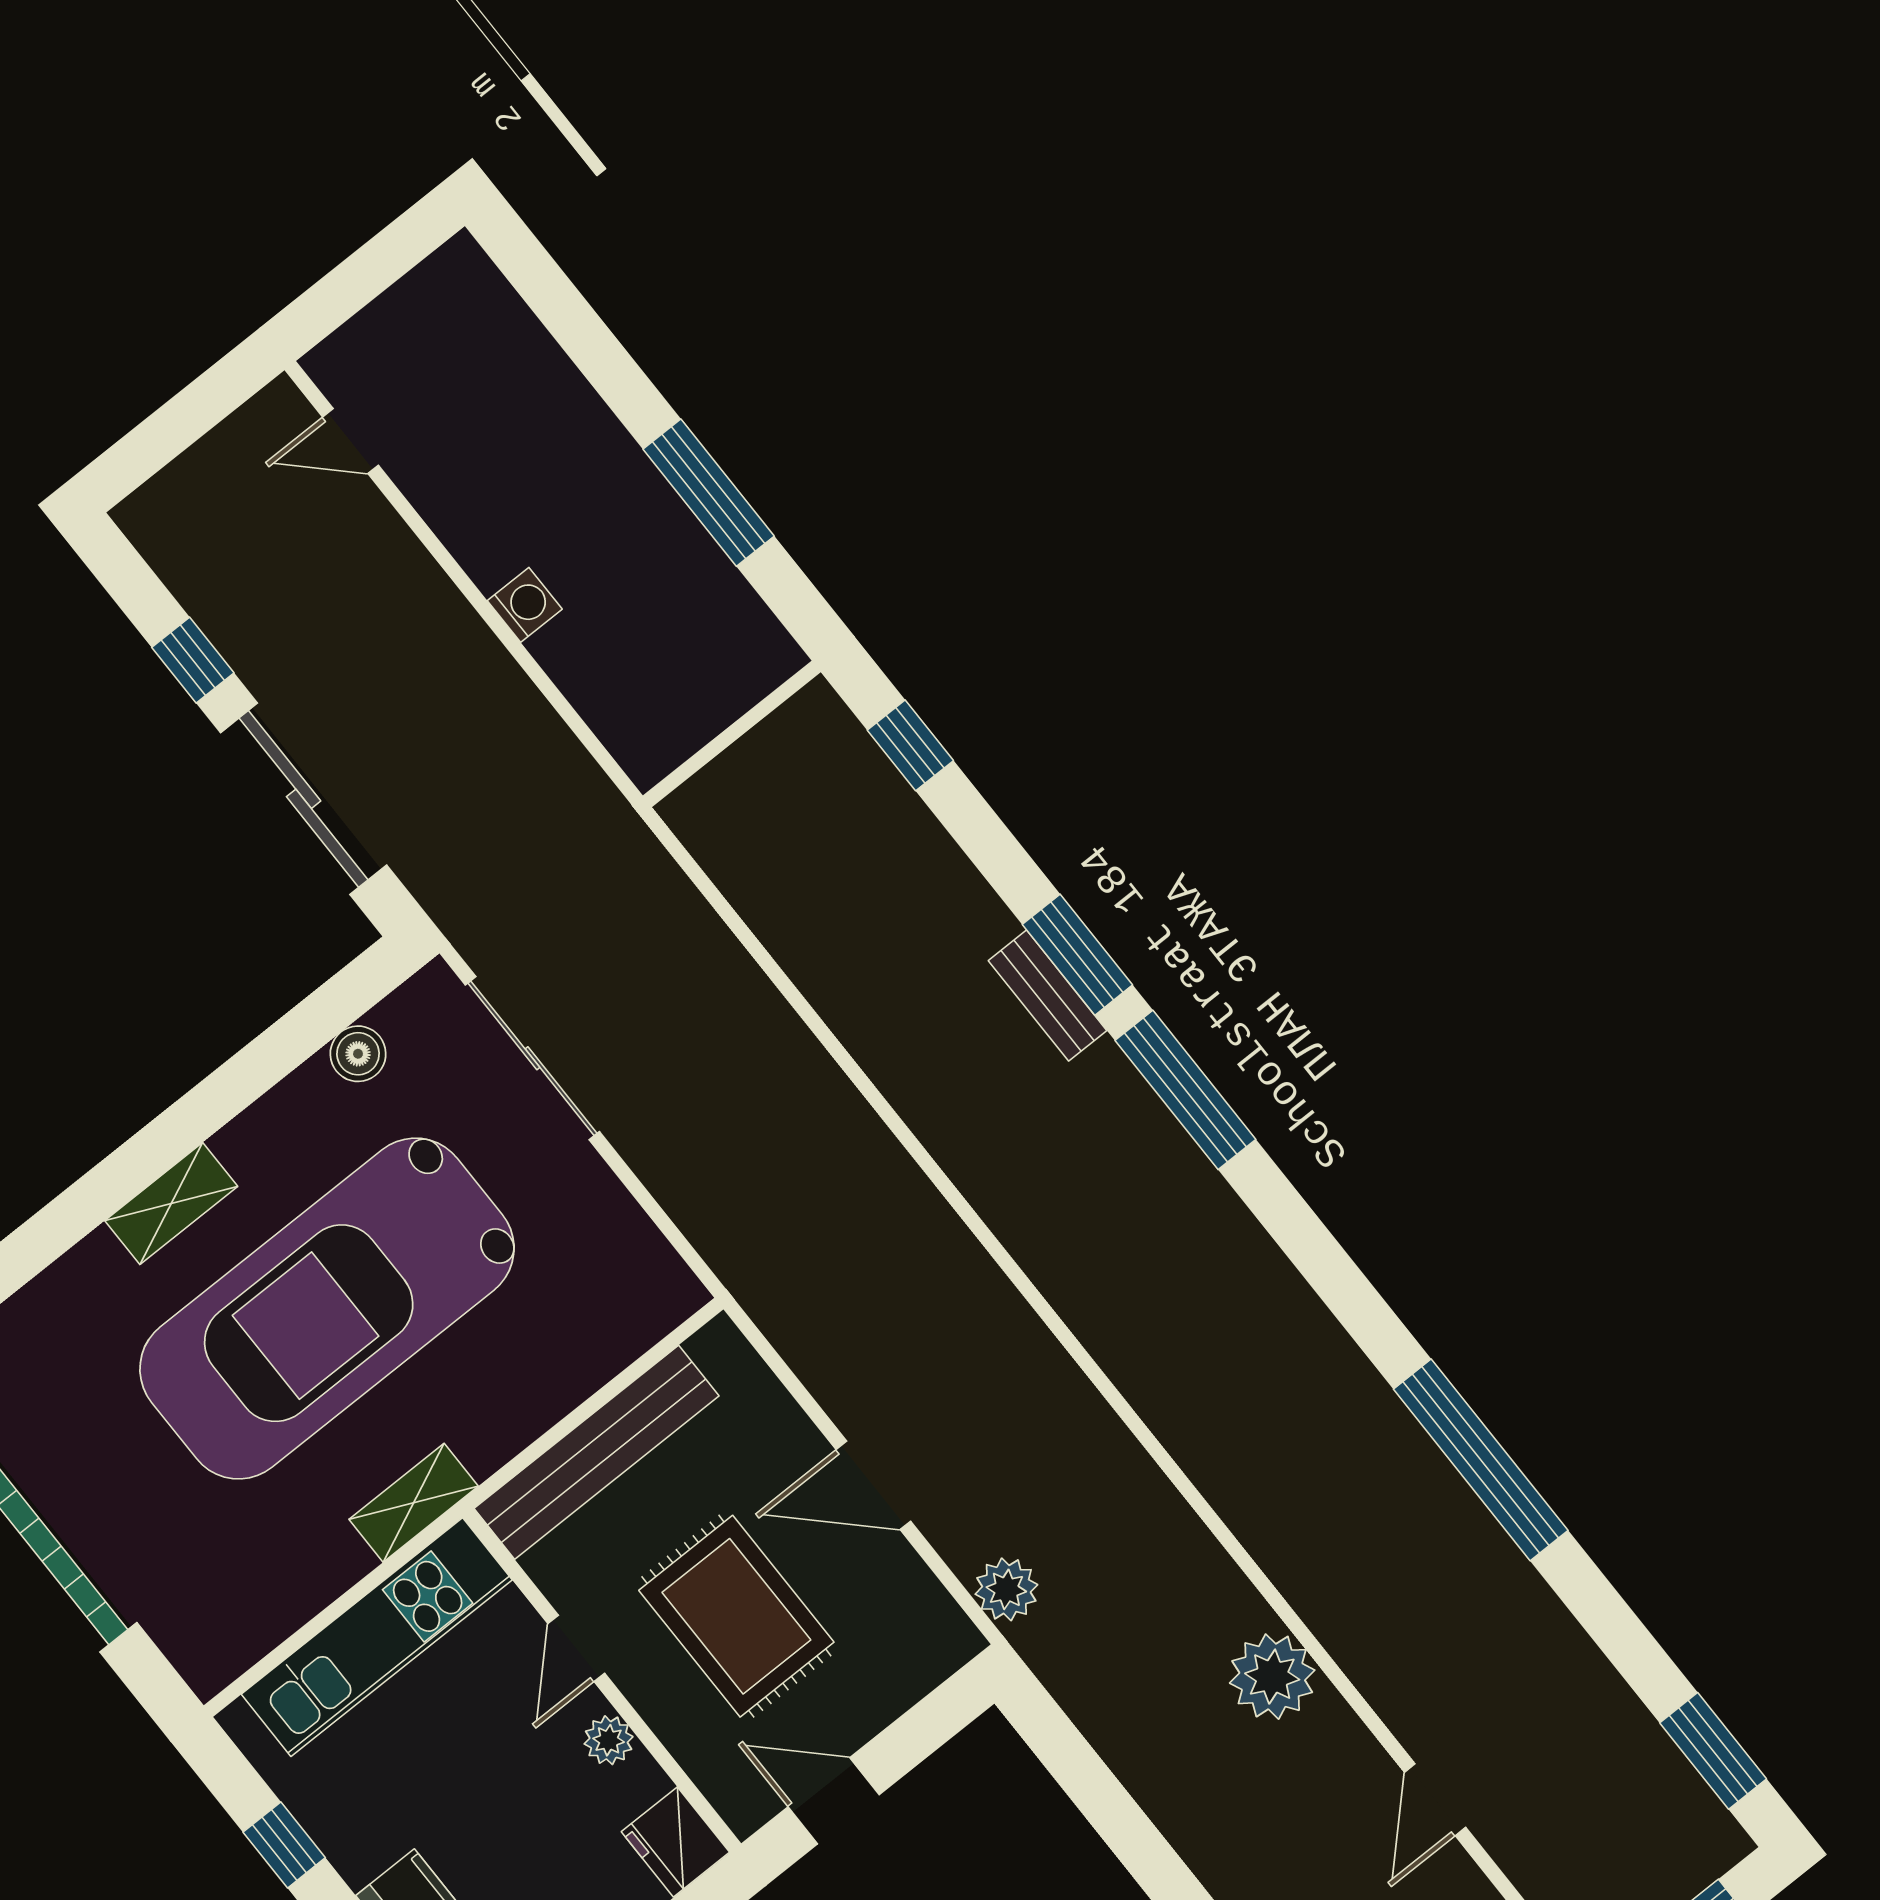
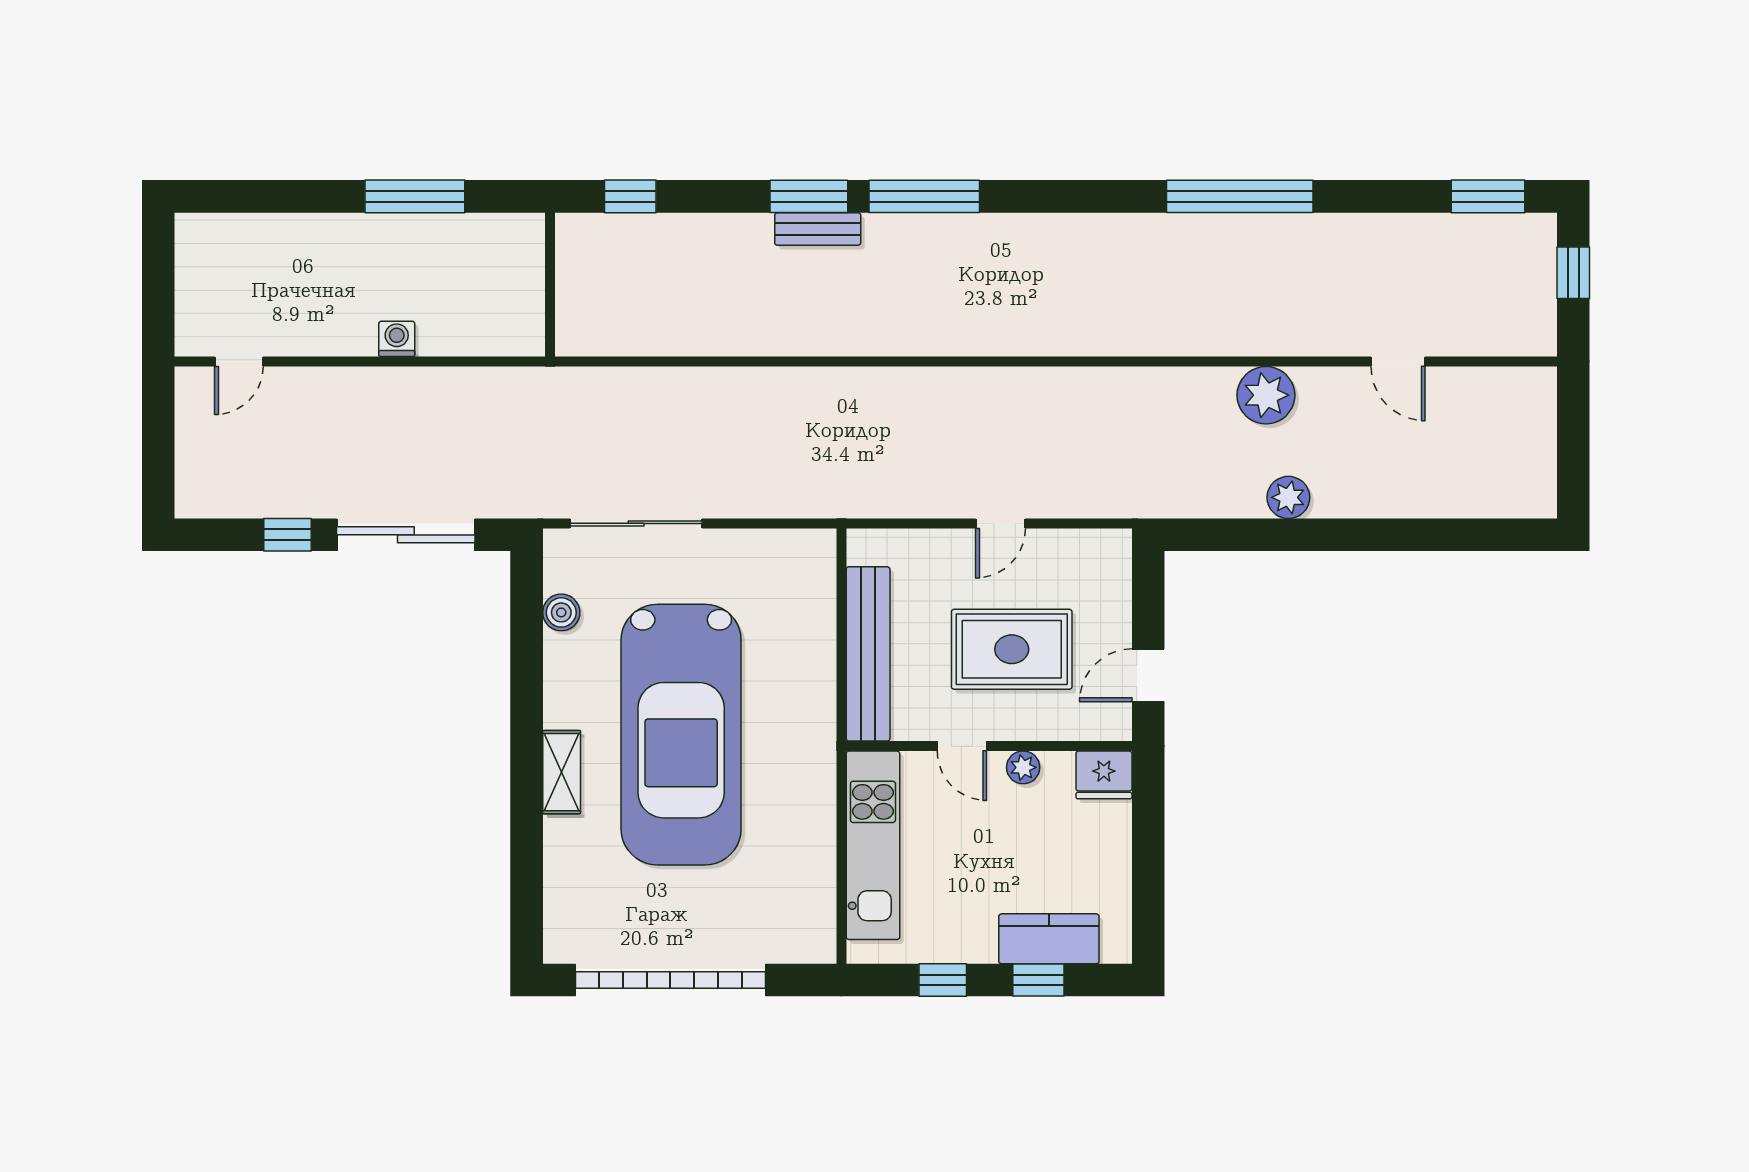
door: (873, 1485) -> (1000, 523), width x0.73
shelving: (414, 1503) -> (818, 770), removed
plant: (1006, 1589) -> (1288, 497), moved

